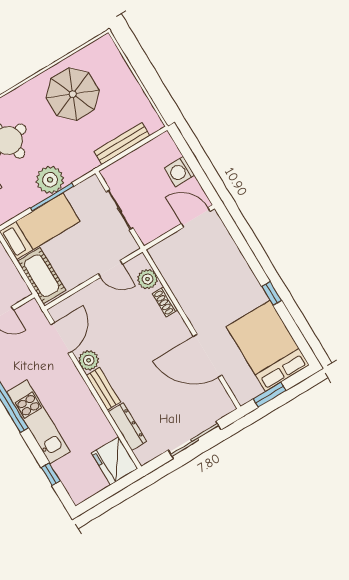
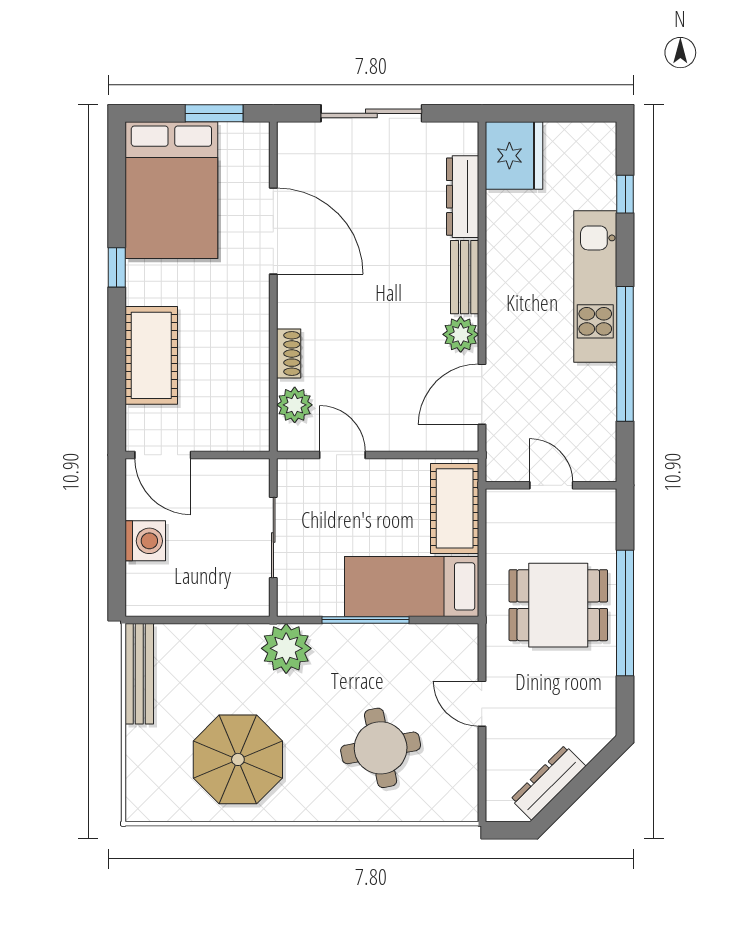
bench: (122, 144) -> (139, 674), moved, turned 90
plant: (50, 180) -> (286, 648), moved
cot: (230, 261) -> (151, 355), added

